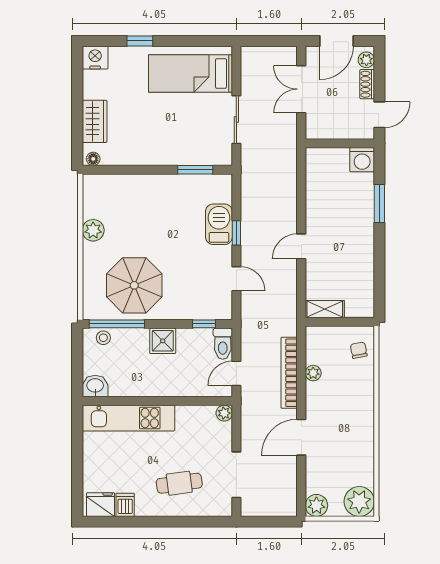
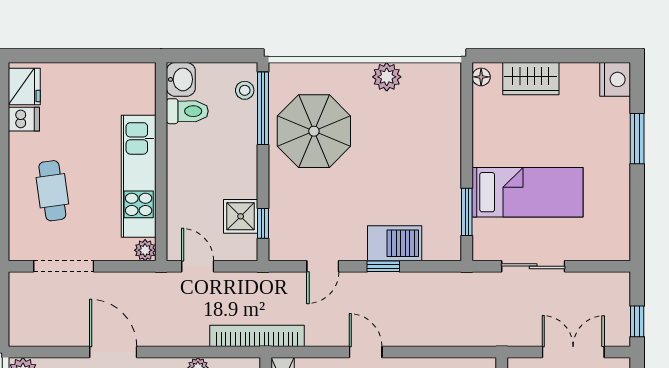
window: (140, 41) -> (637, 139), width x1.50
window: (278, 41) -> (637, 321), added
bed: (190, 73) -> (528, 192), moved, turned 90
shower: (163, 341) -> (241, 216), moved
toilet: (223, 344) -> (187, 111), moved, turned 180
bookcase: (289, 373) -> (257, 336), moved
kitchen unit: (128, 418) -> (139, 176), moved

